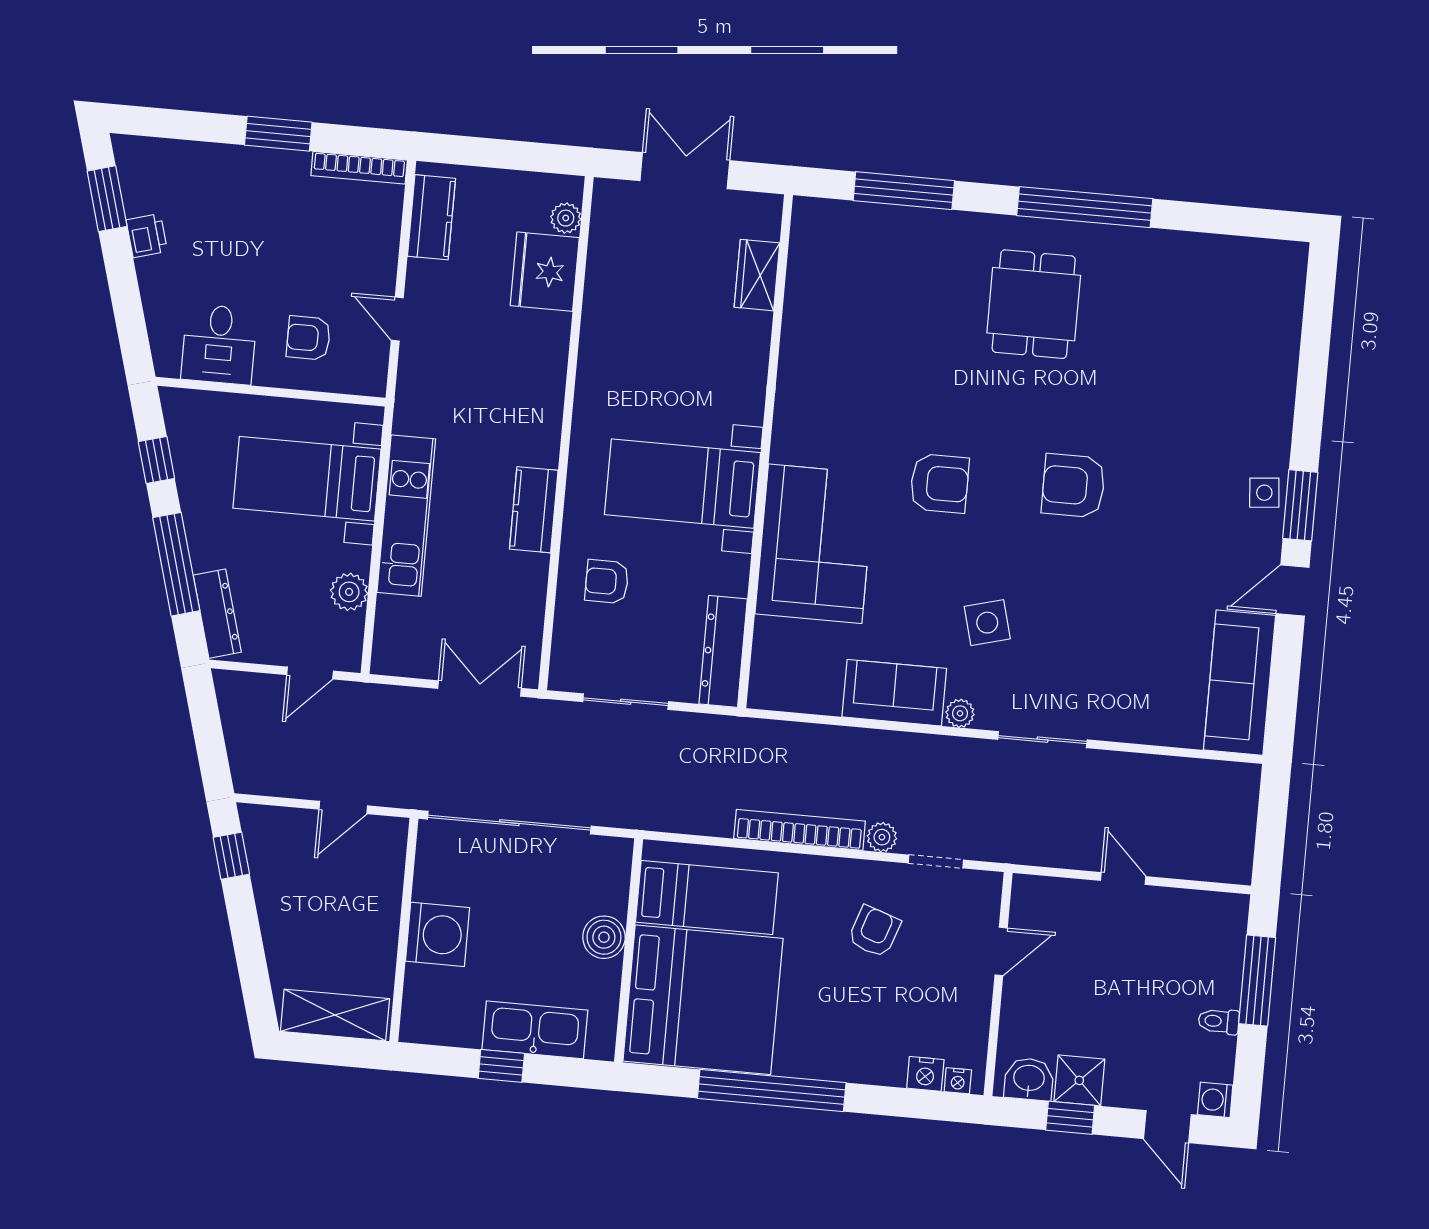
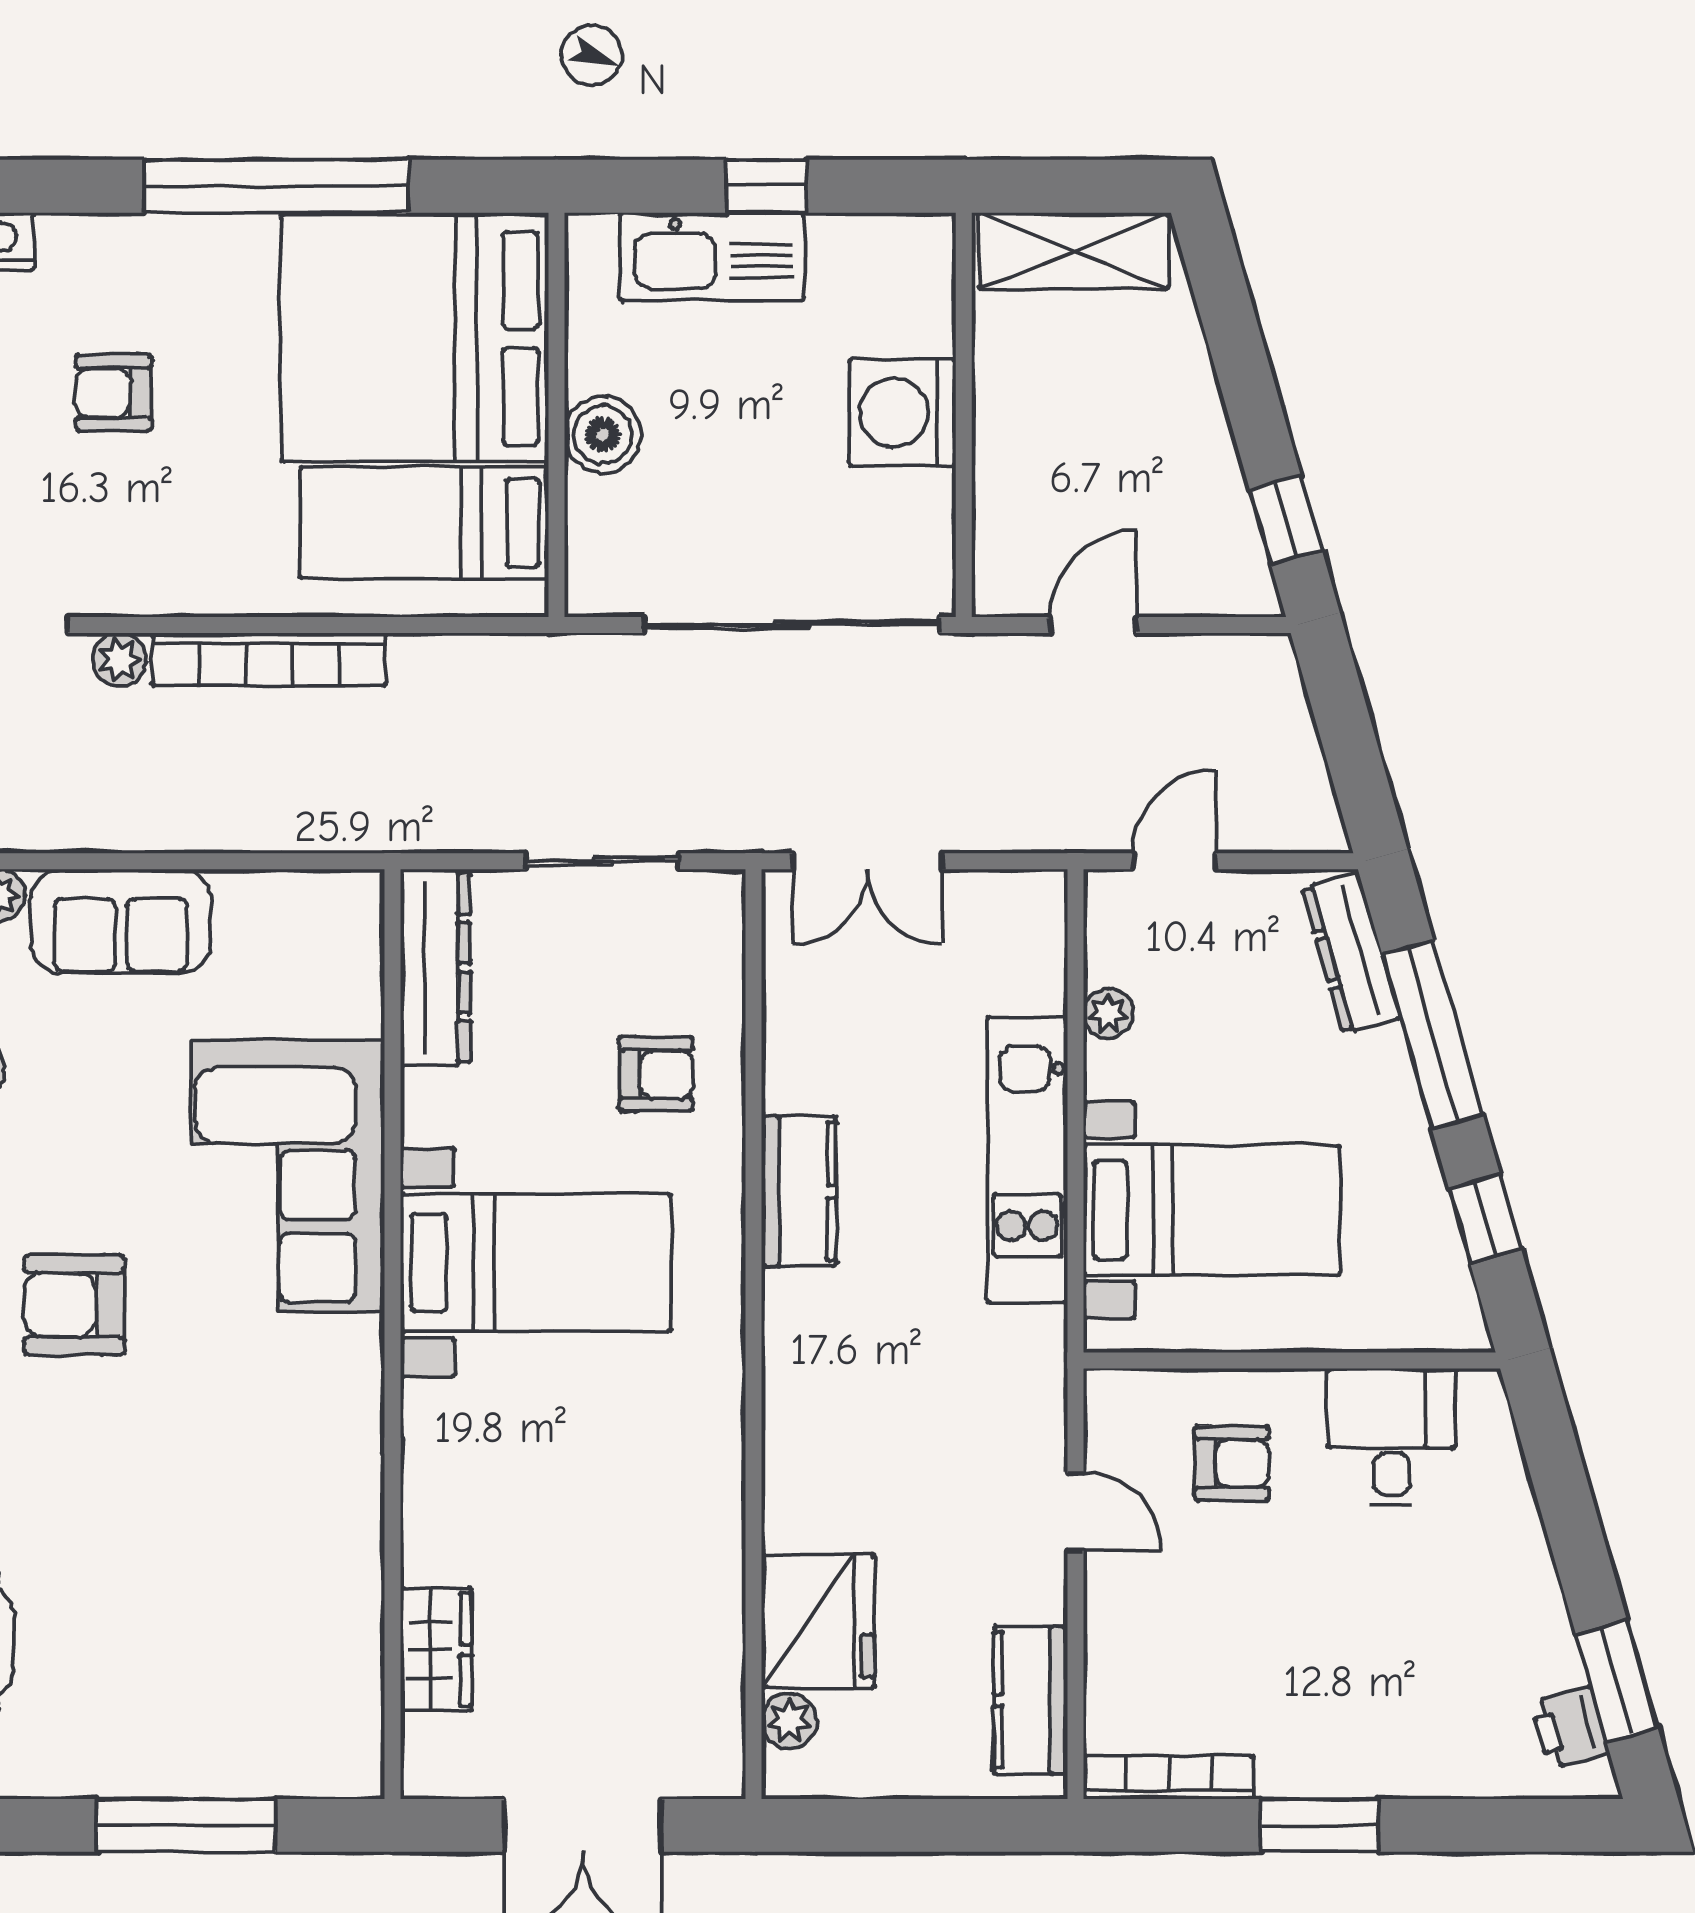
printer: (147, 236) -> (1570, 1728), moved
plant: (349, 592) -> (1108, 1013), width x0.73, depth x0.73
armchair: (874, 932) -> (114, 393), moved, turned 71

